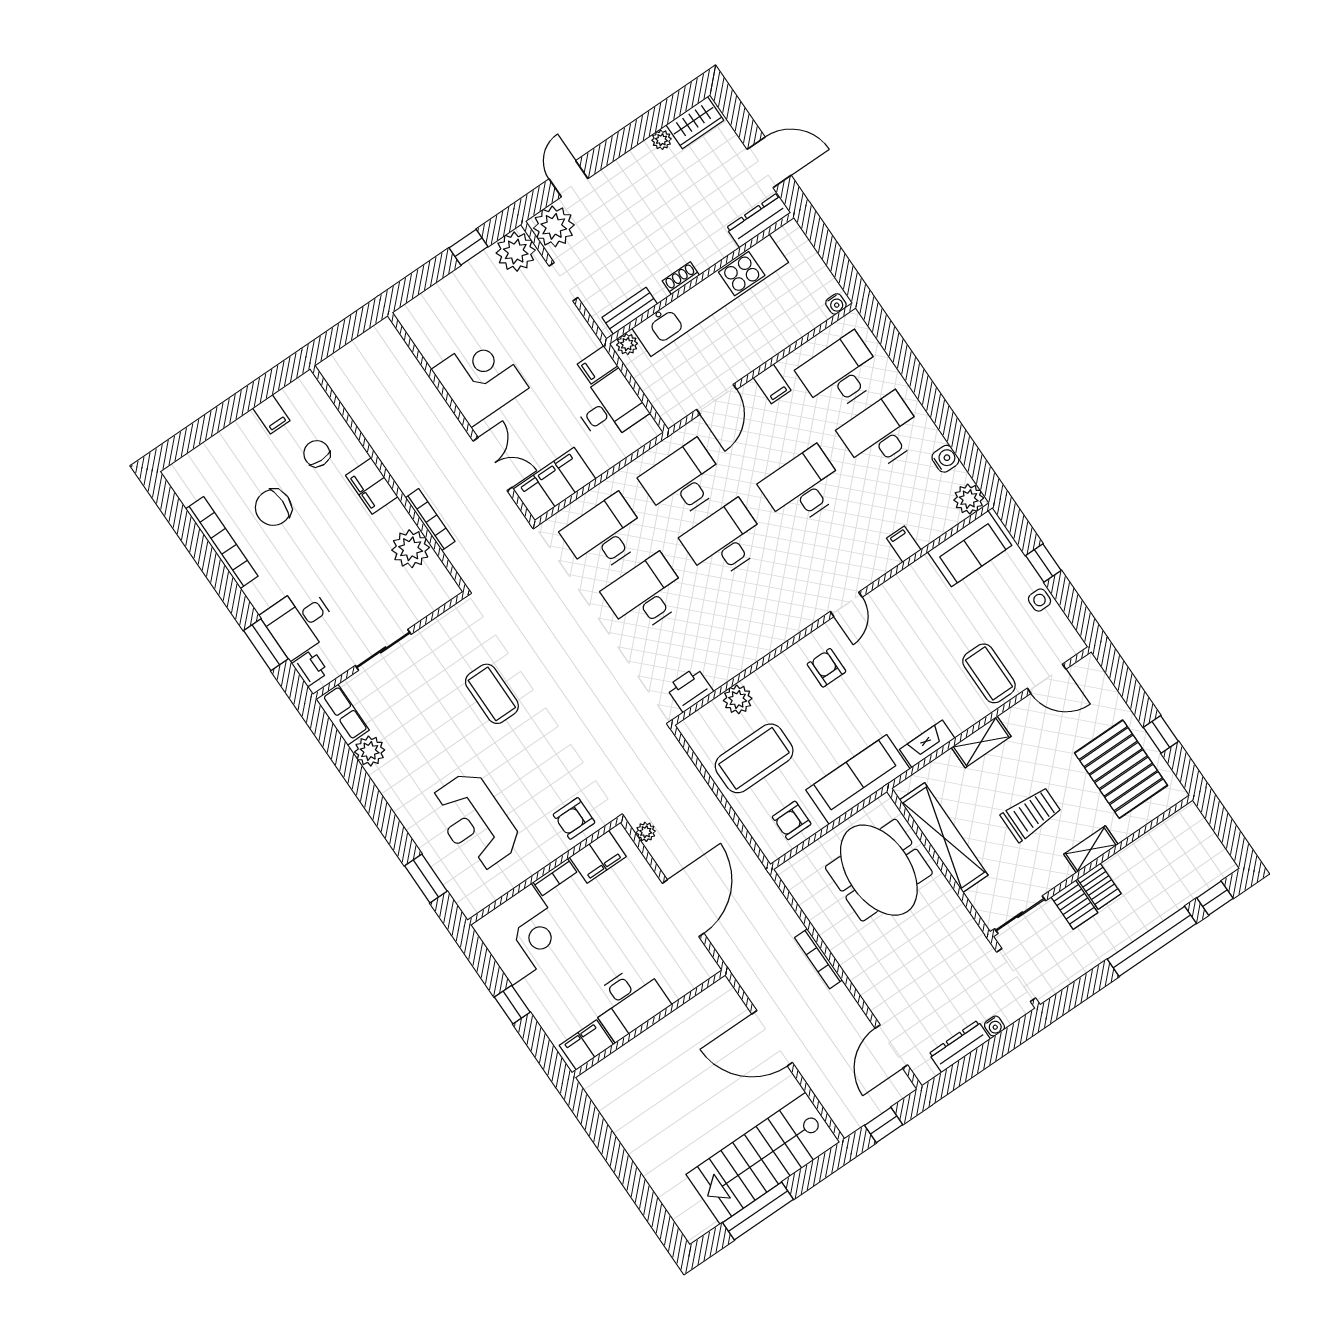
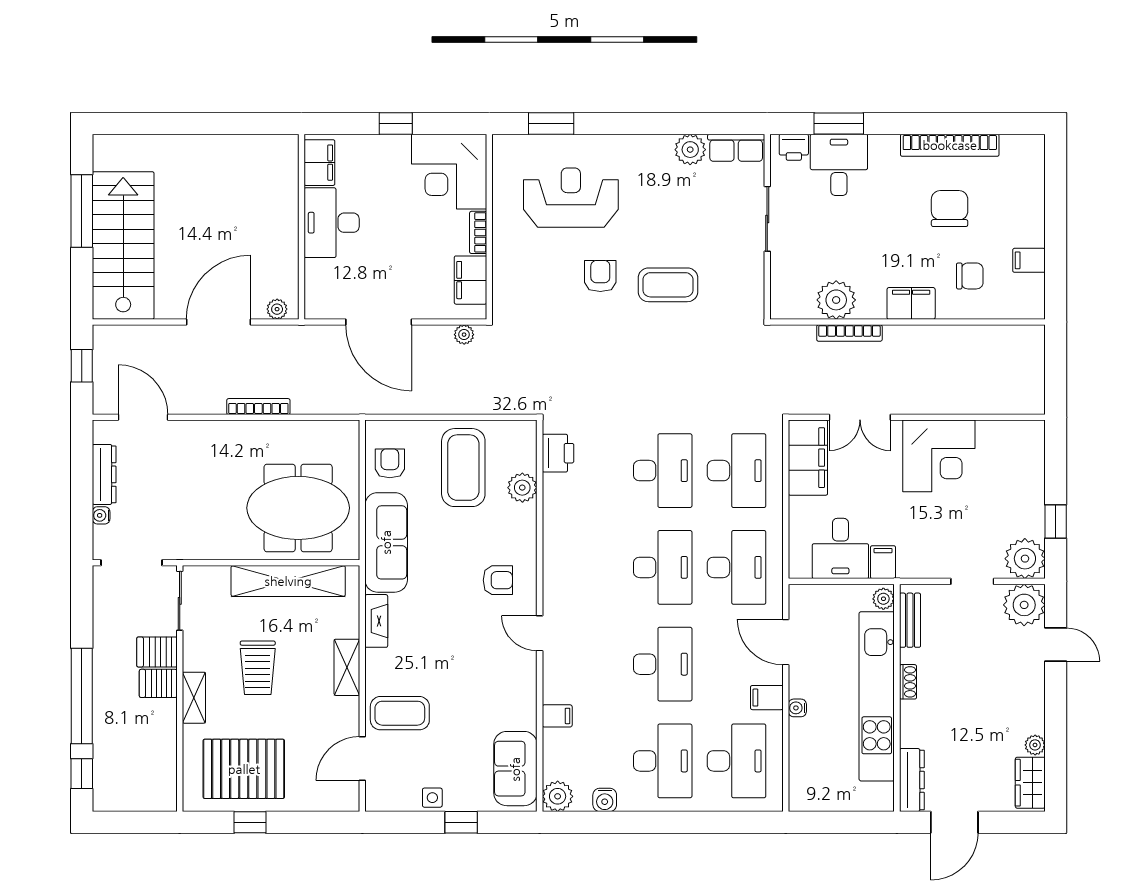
water cooler: (836, 304) -> (797, 708), moved
armchair: (574, 818) -> (600, 276), moved
plant: (729, 998) -> (277, 309), added

